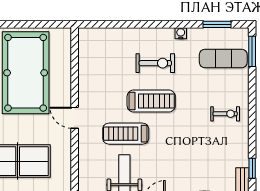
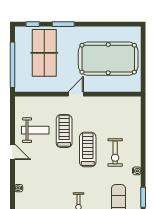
treadmill: (151, 101) -> (88, 150), turned 180

